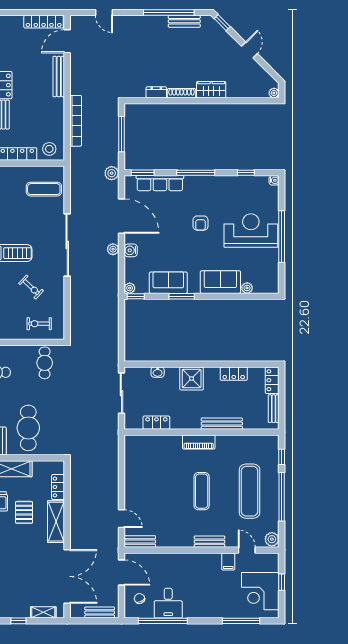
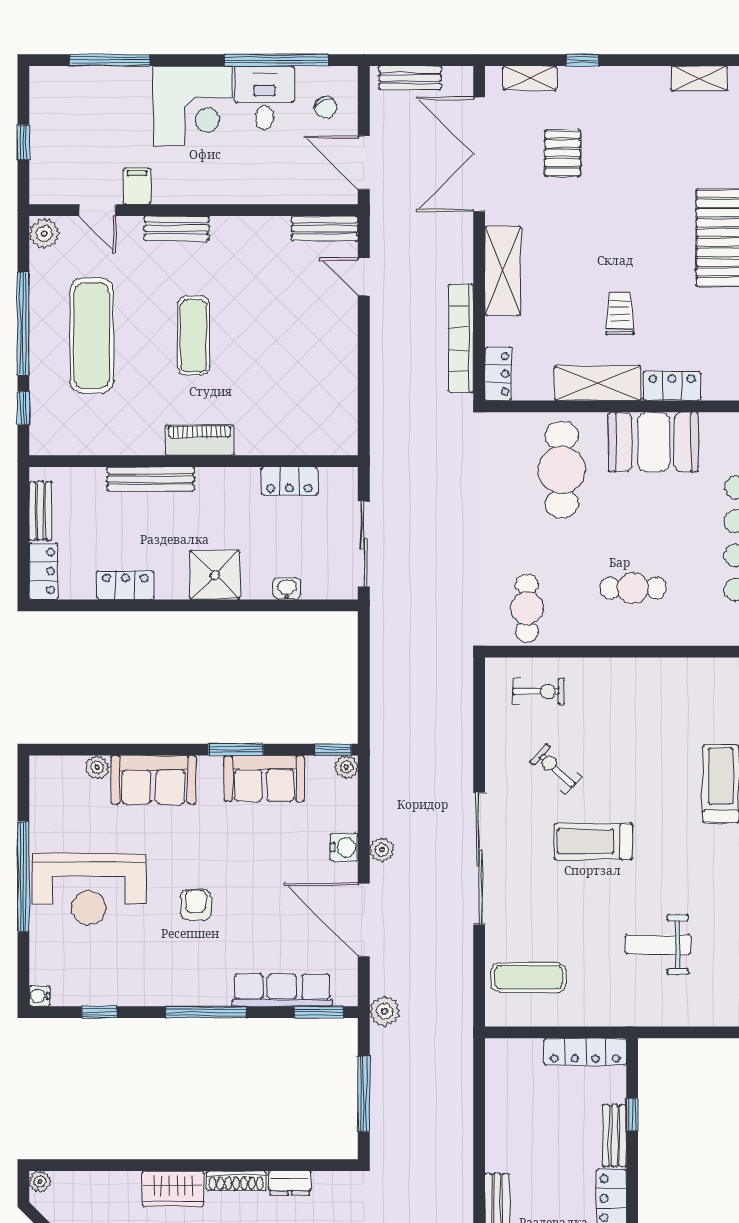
bookcase: (76, 121) -> (461, 339), moved
stool: (49, 149) -> (517, 1063), removed
locker: (58, 487) -> (498, 374), moved
pallet: (24, 512) -> (563, 153), moved
corner desk: (260, 591) -> (193, 106), moved, turned 90

